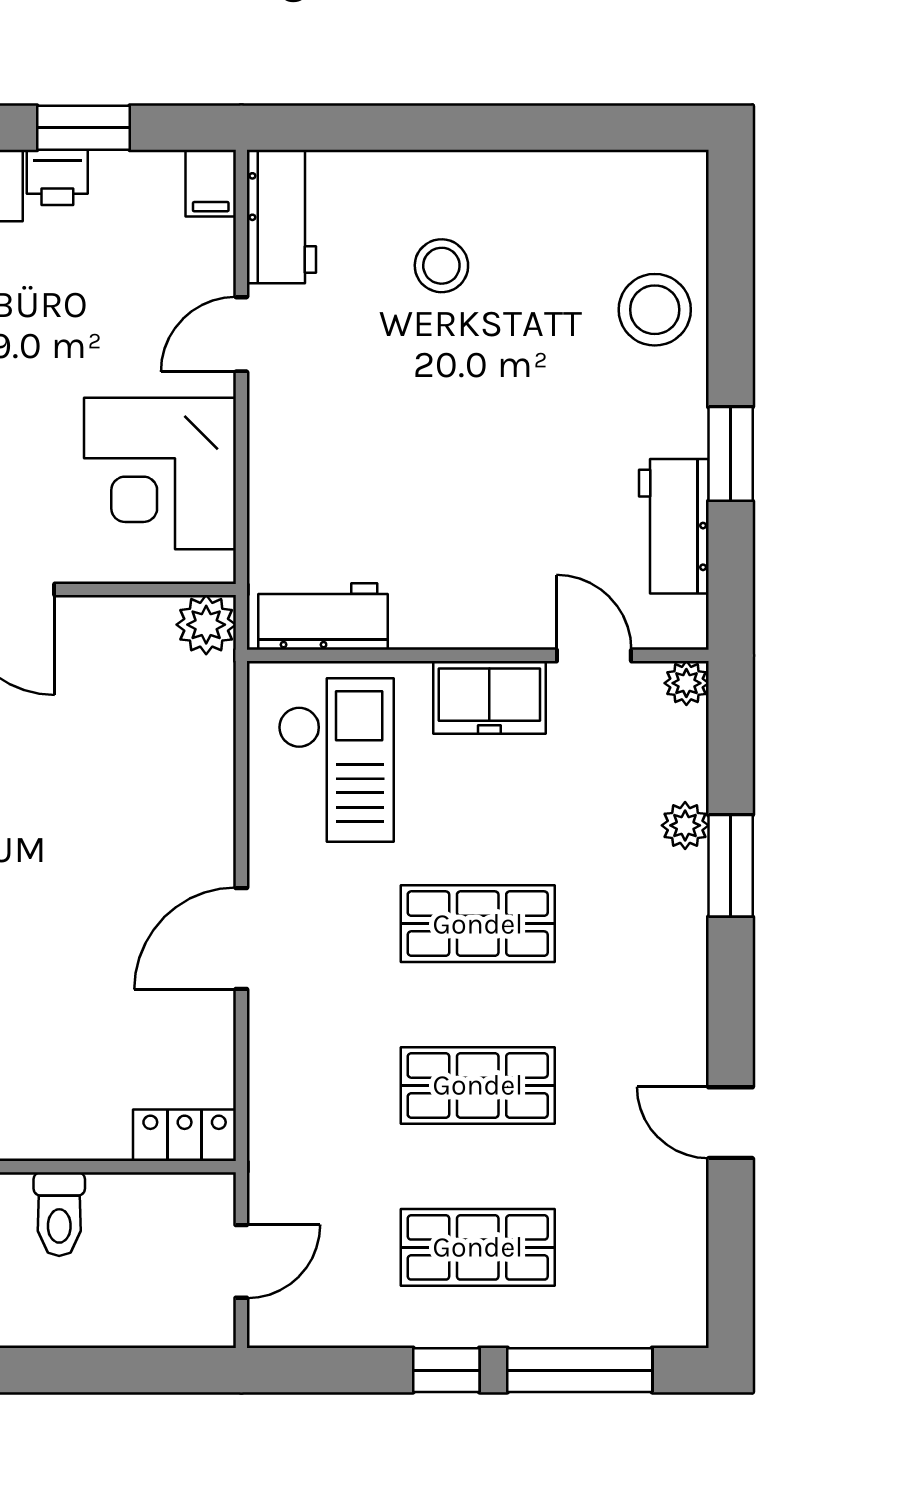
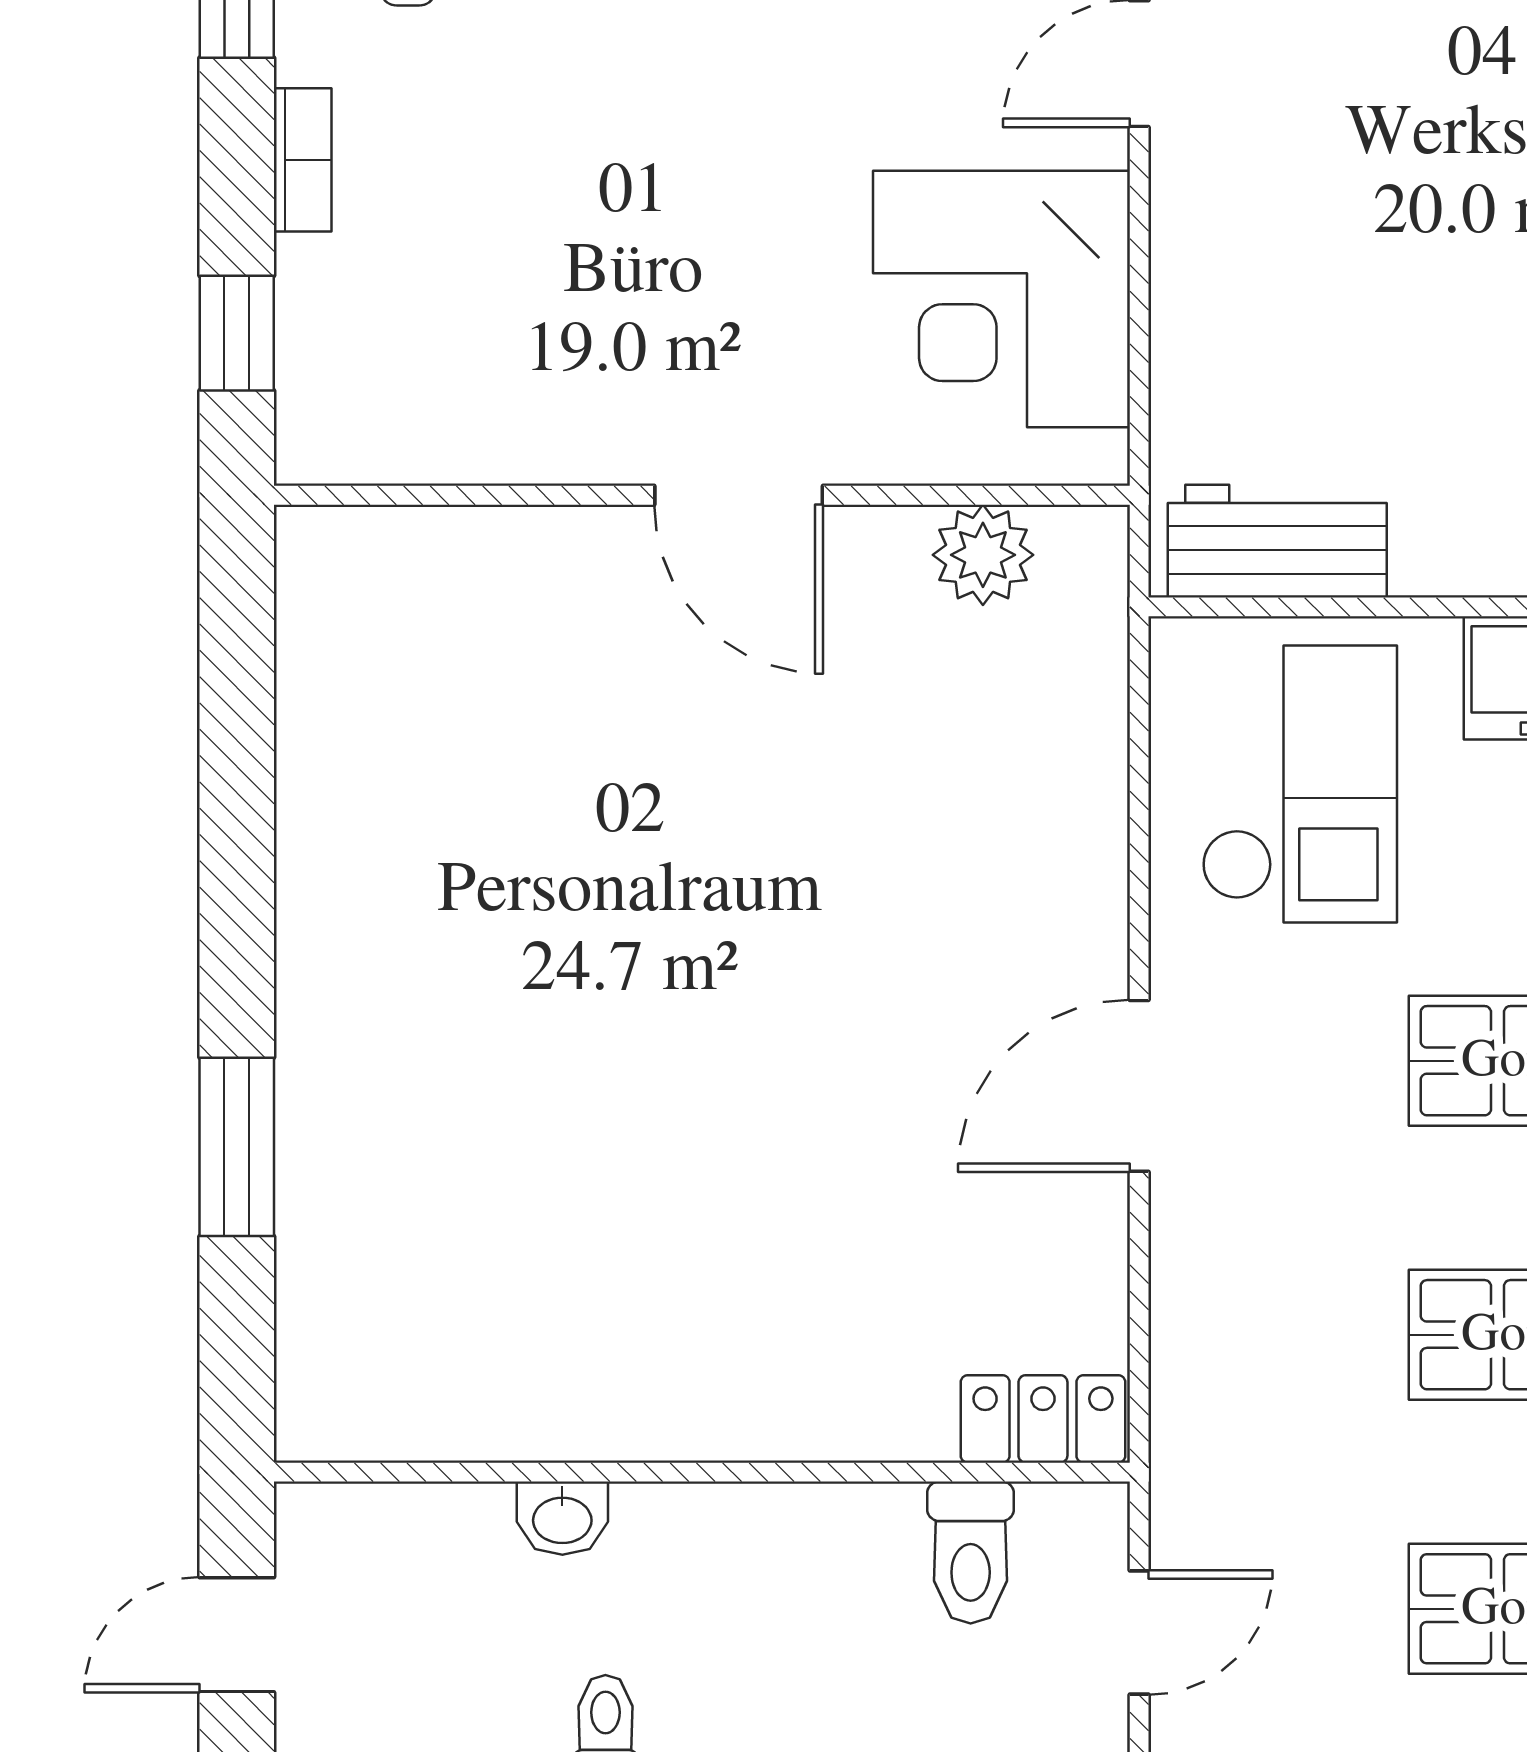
plant: (206, 625) -> (983, 555), moved
toilet: (59, 1214) -> (971, 1553), moved

